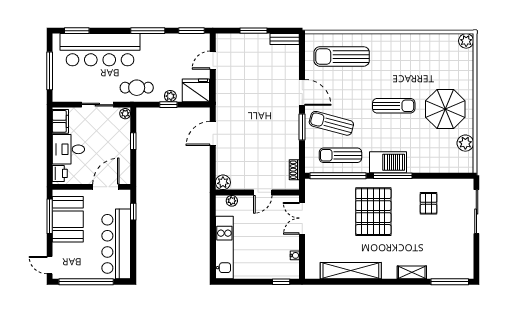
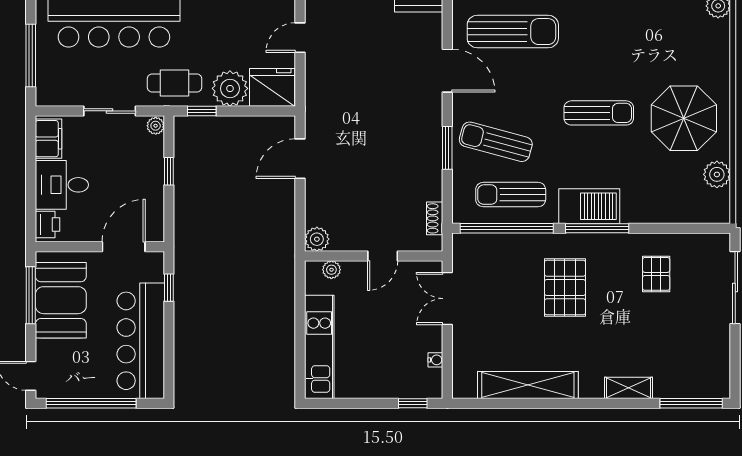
sun lounger: (342, 56) -> (513, 32), turned 180
door: (302, 92) -> (447, 71), moved
plant: (170, 96) -> (230, 88), width x1.88, depth x1.88
window: (168, 105) -> (202, 111), moved
pallet: (373, 212) -> (565, 288), width x0.73, depth x0.71

